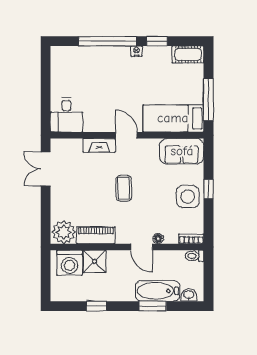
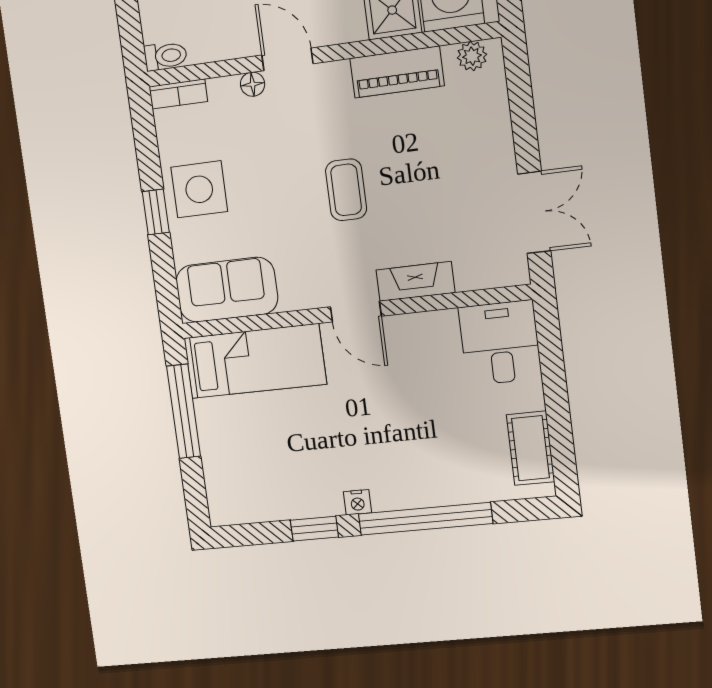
cot: (188, 54) -> (531, 448), moved, turned 90
plant: (64, 232) -> (472, 56), width x0.53, depth x0.53

